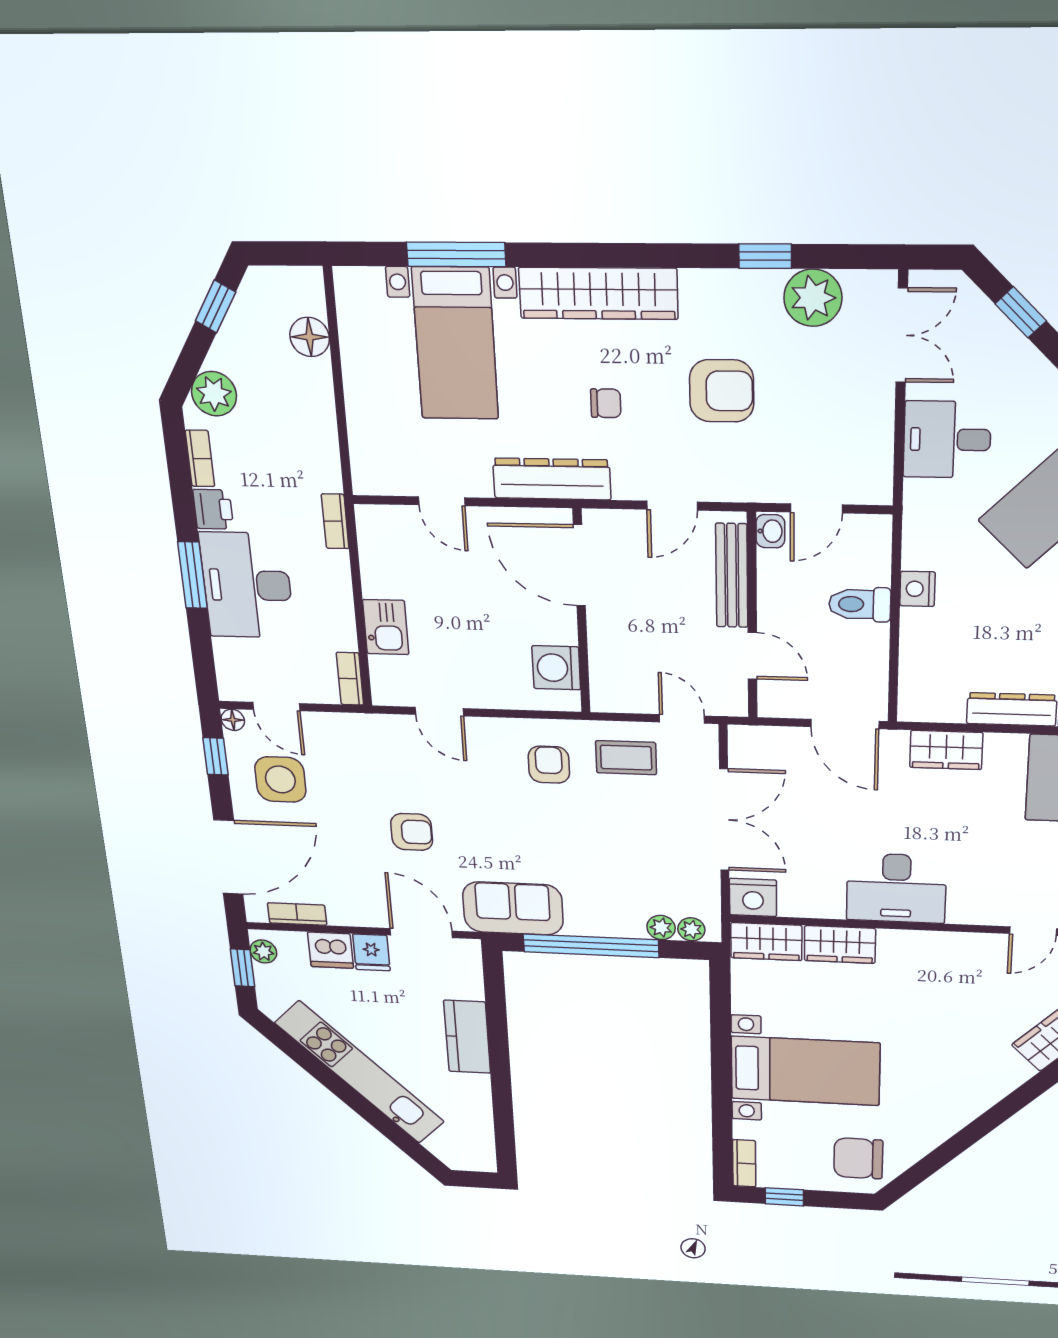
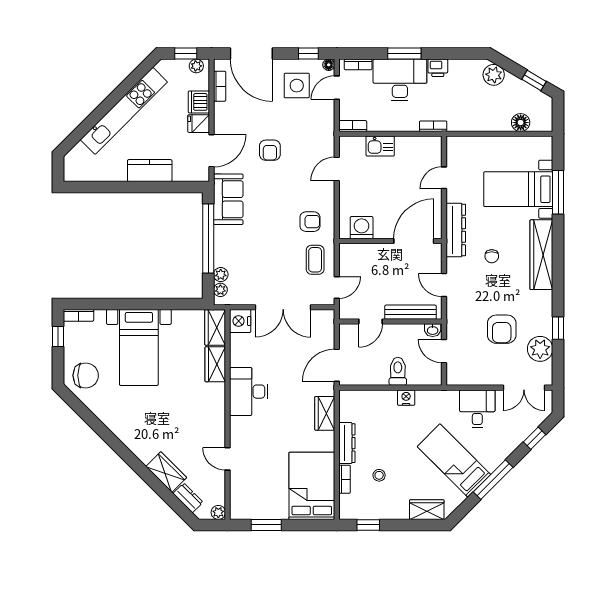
armchair: (722, 391) -> (502, 329), moved
bookcase: (200, 458) -> (358, 64), moved
chair: (858, 1158) -> (86, 375), turned 90

